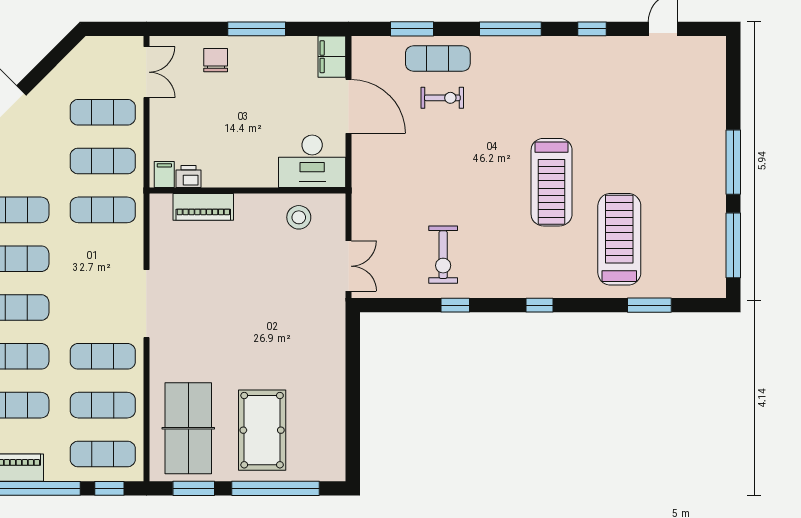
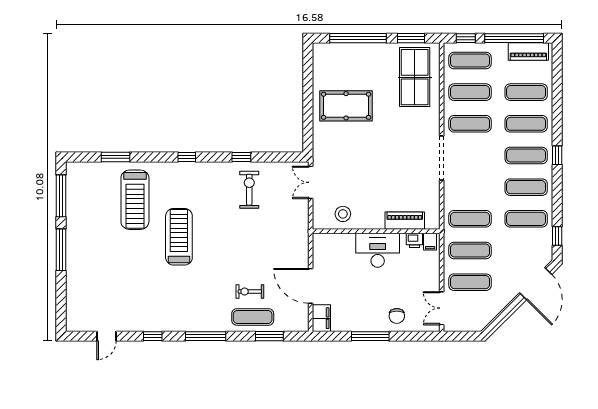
desk: (312, 161) -> (378, 250), moved
pool table: (262, 430) -> (346, 106), moved, turned 90

